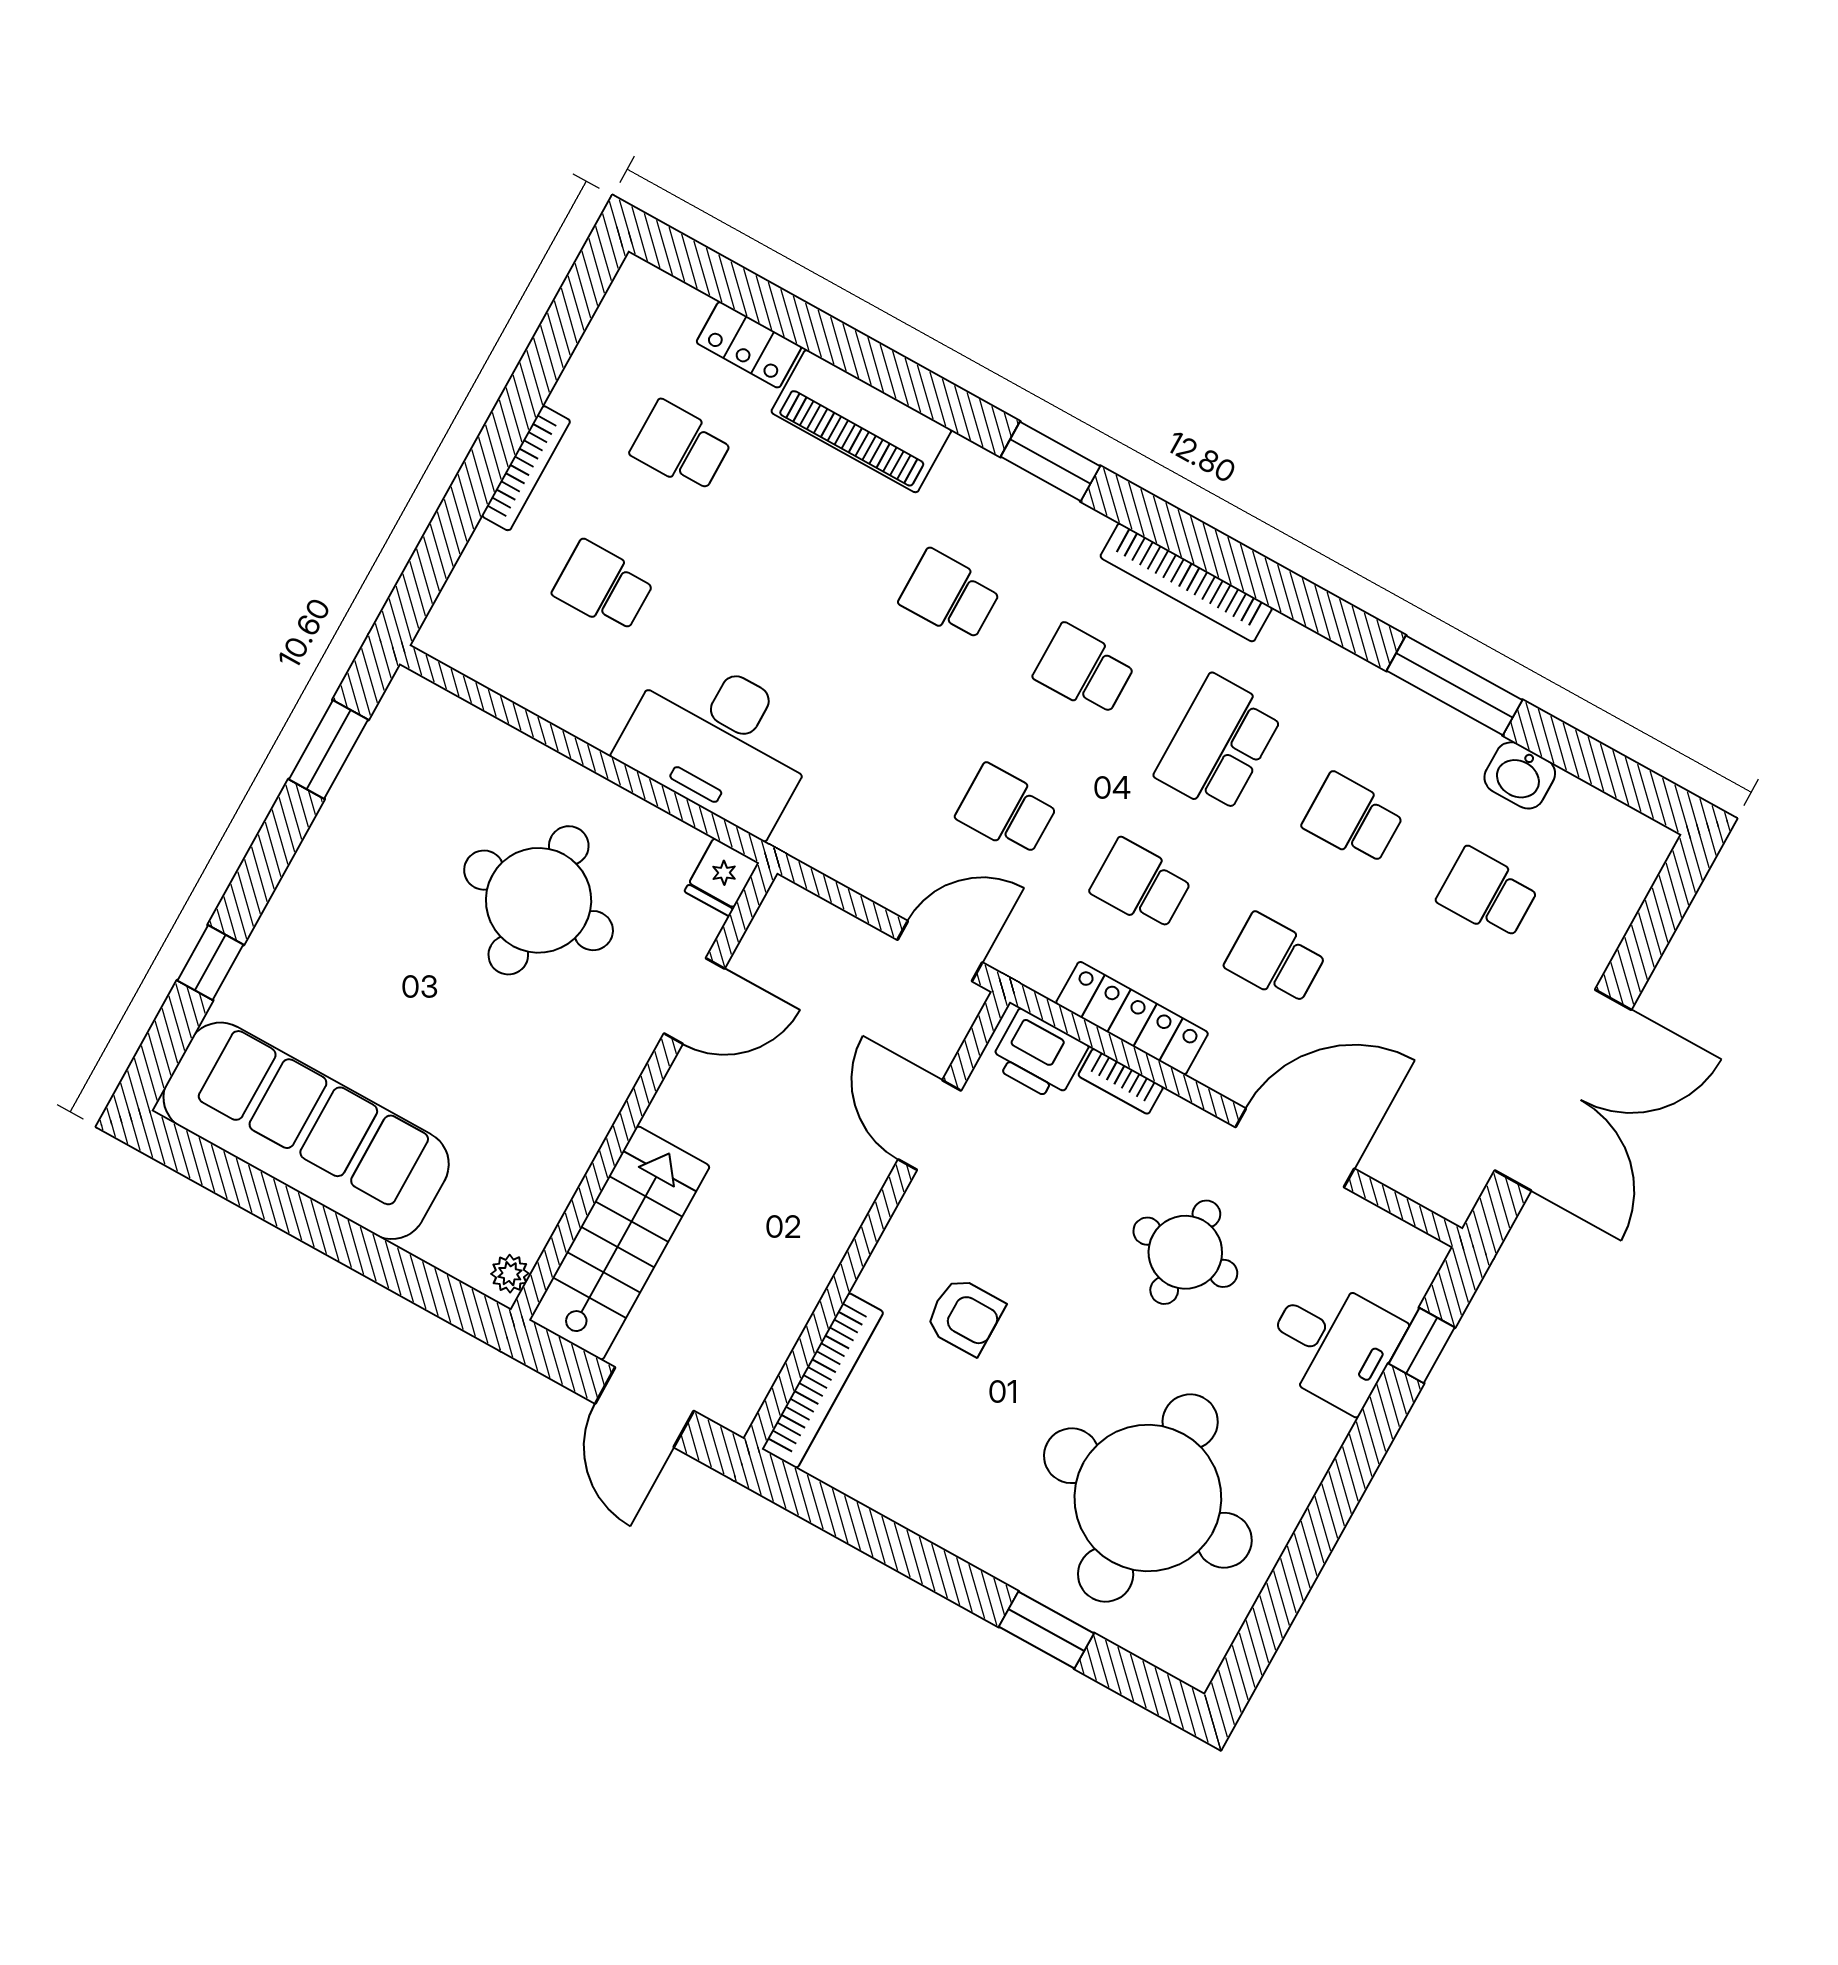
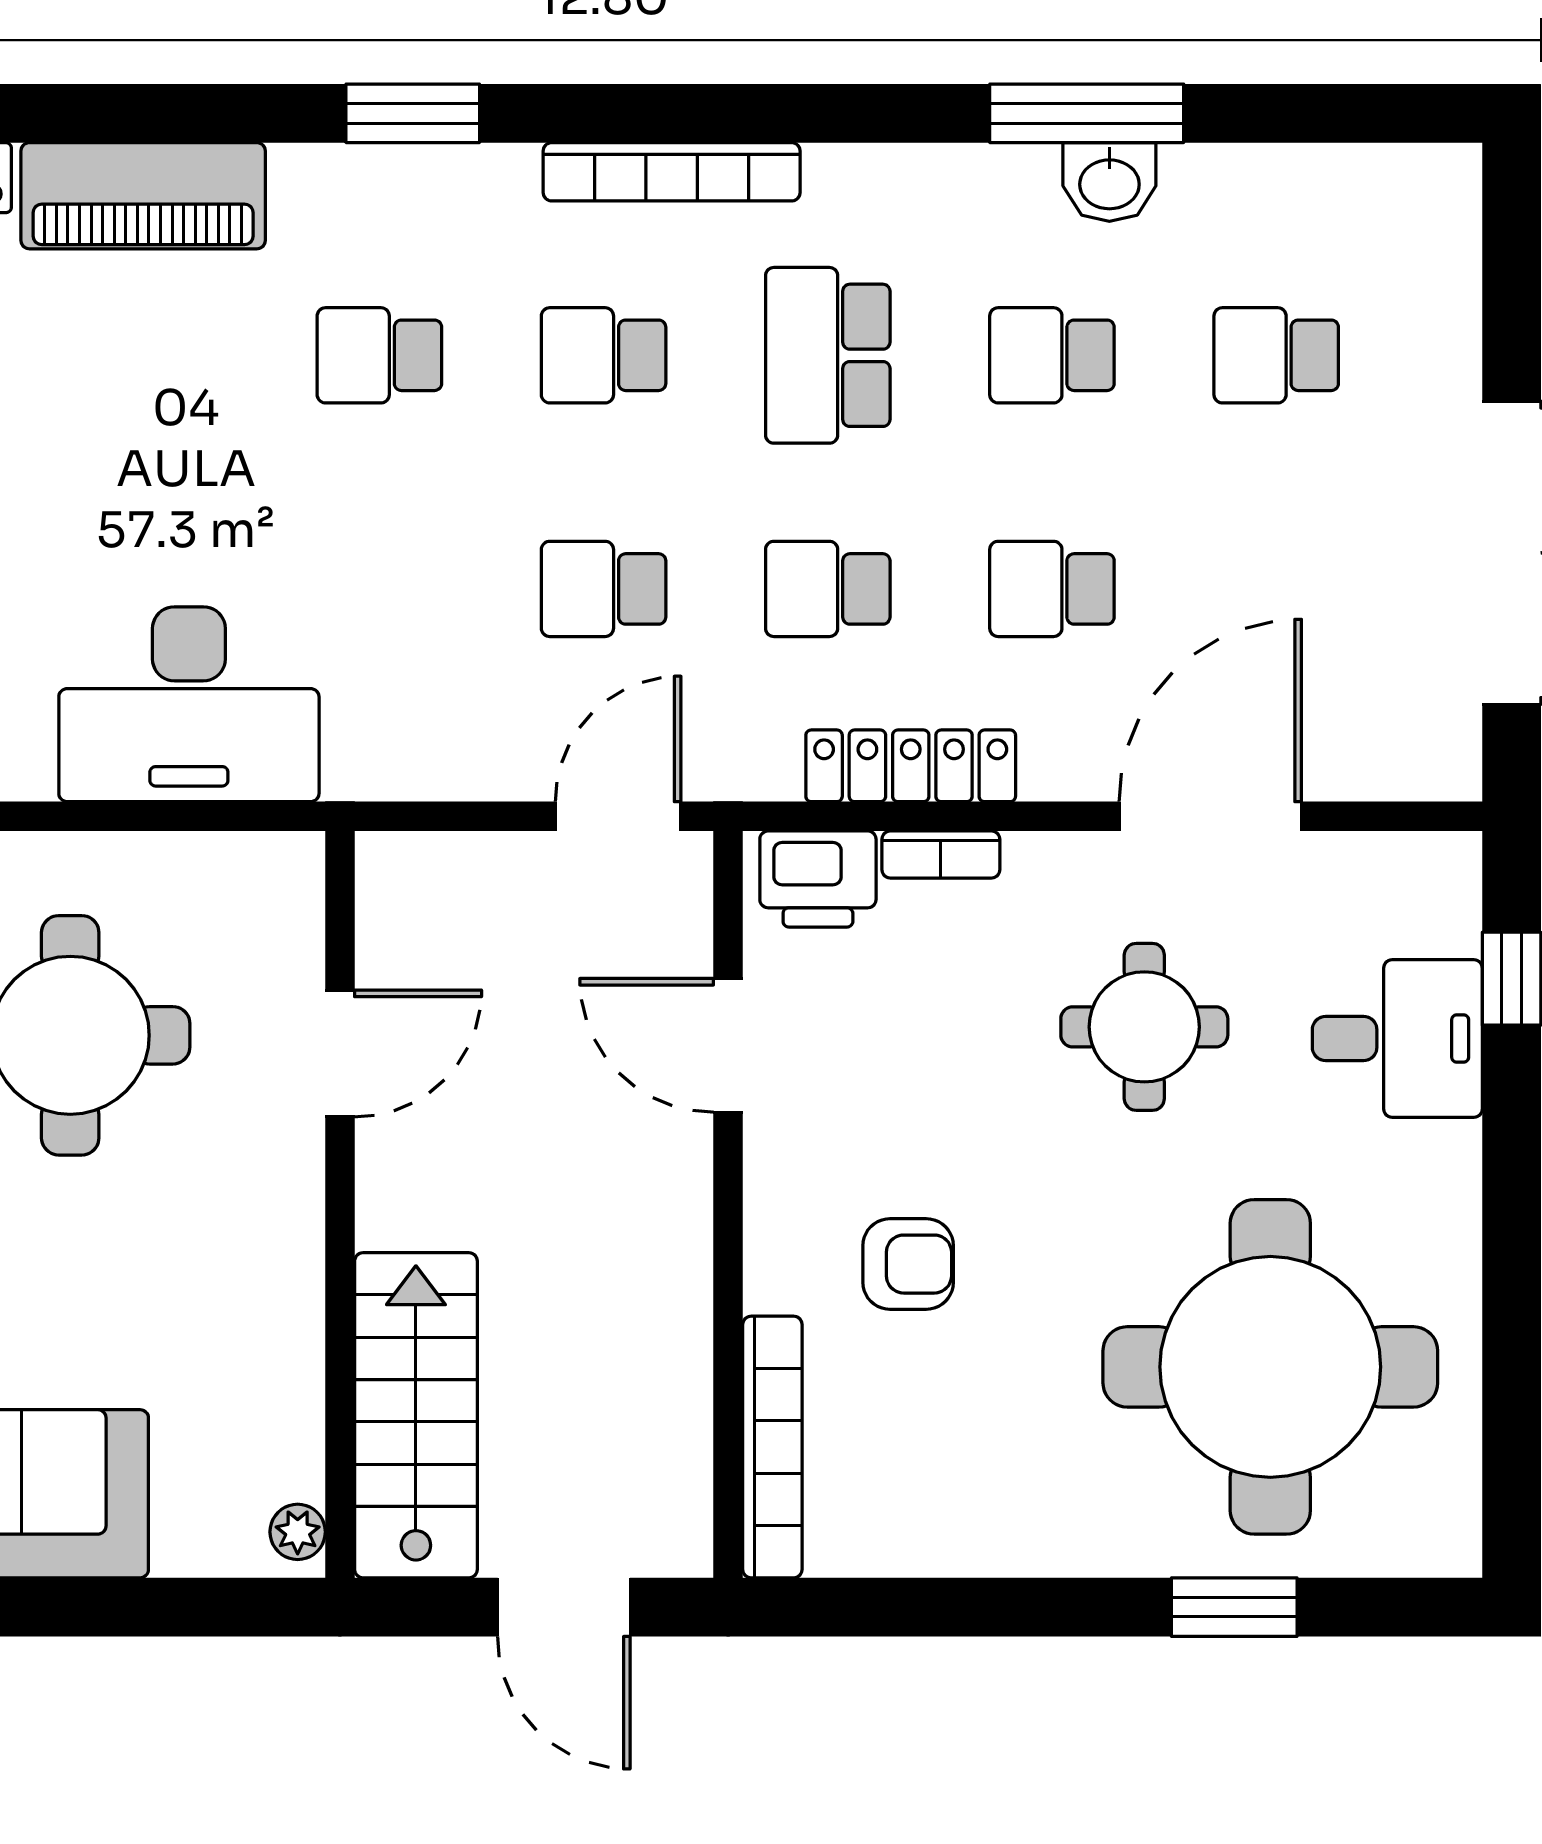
washbasin: (1520, 775) -> (1109, 182), moved
fridge: (722, 877) -> (287, 876), removed

